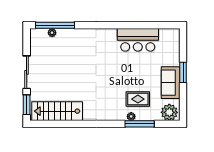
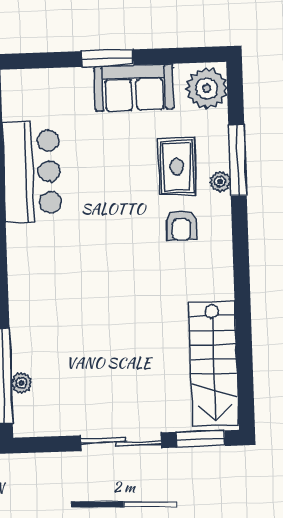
armchair: (114, 100) -> (181, 225), added

